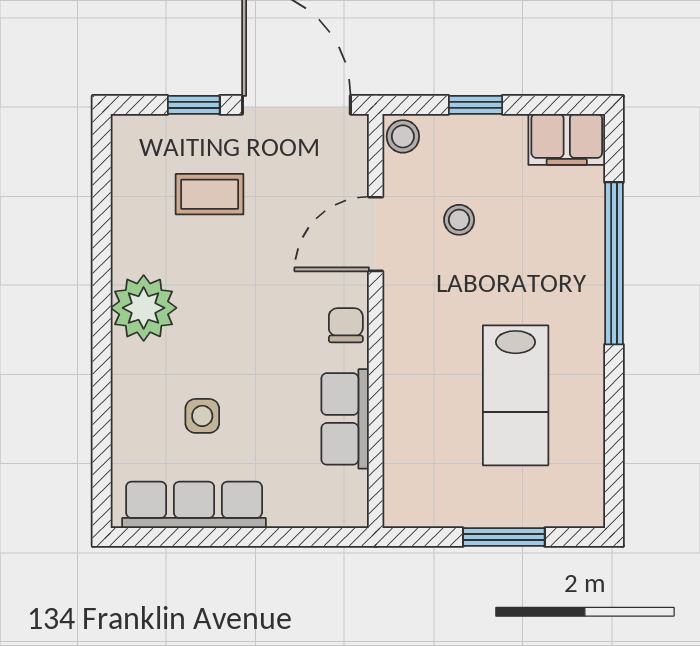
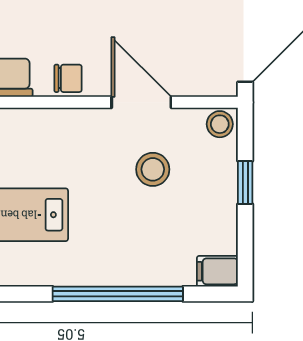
filing cabinet: (567, 139) -> (217, 271), width x0.50
stool: (459, 220) -> (153, 169), width x1.37, depth x1.37

